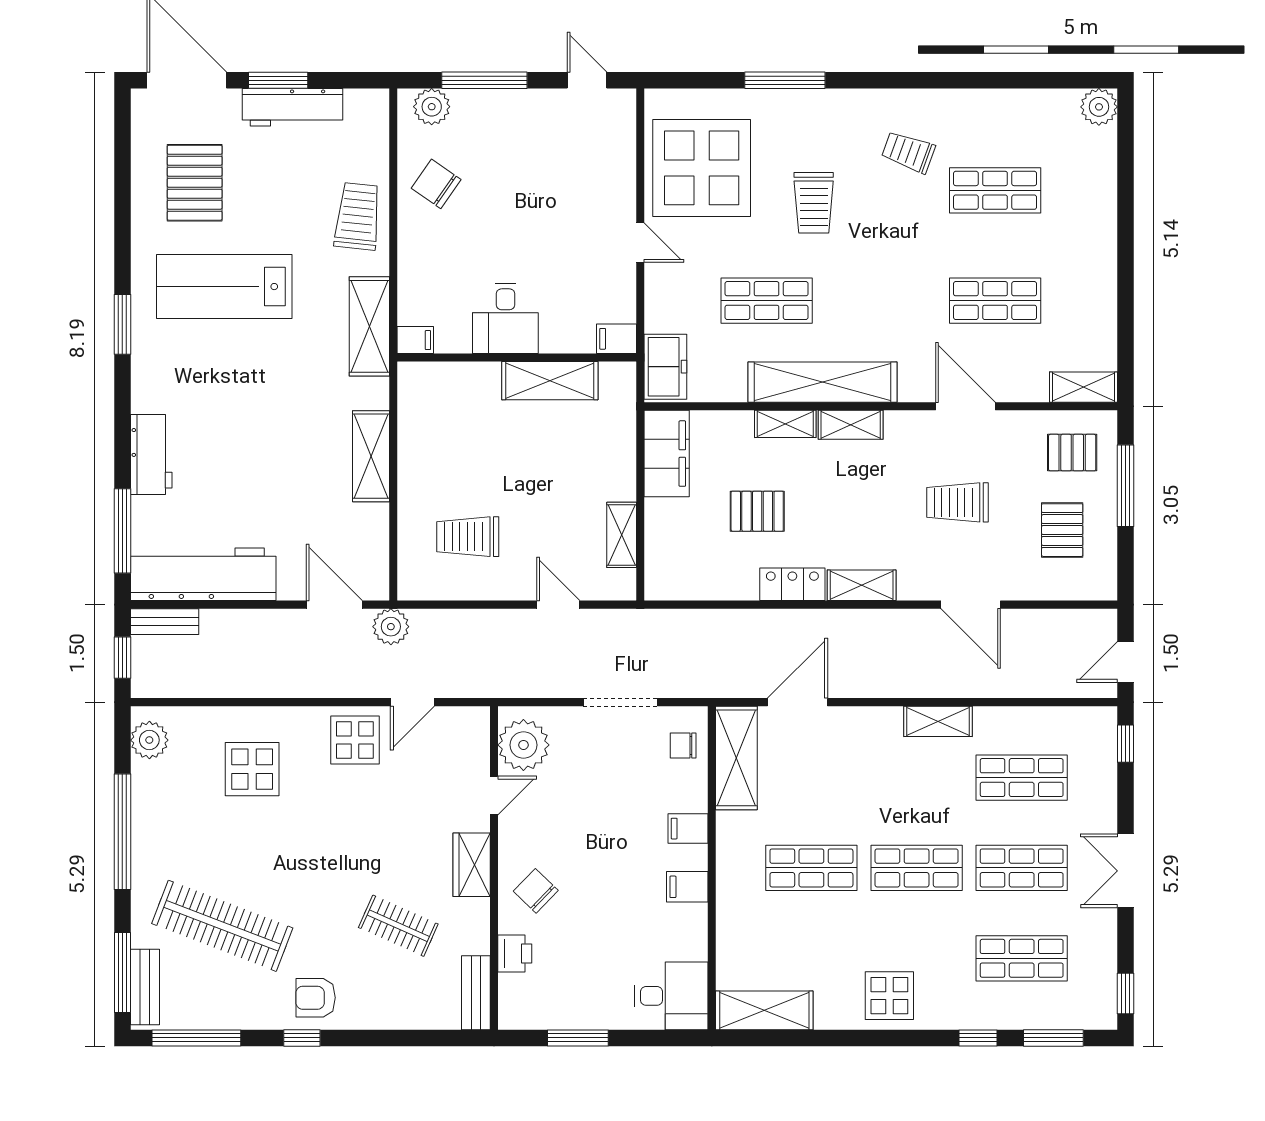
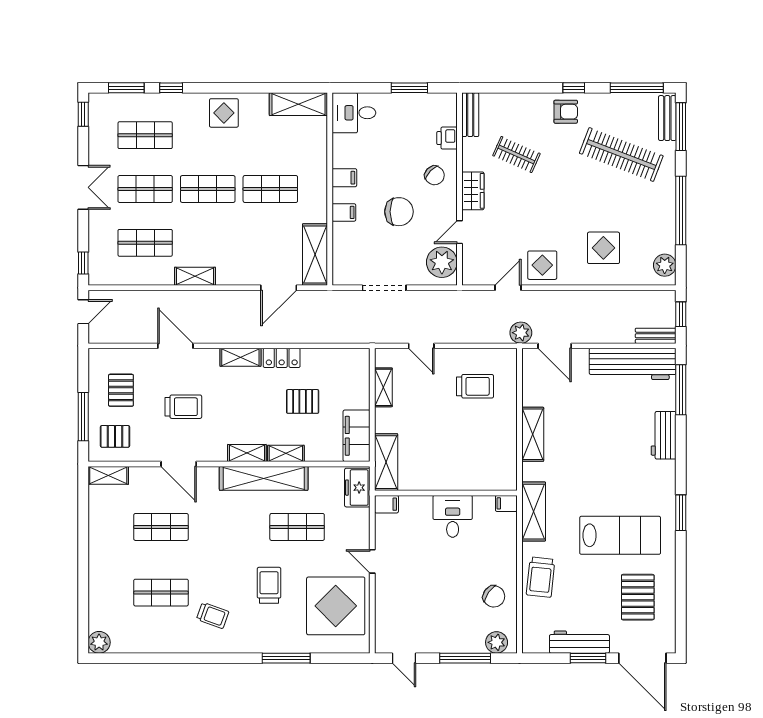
shelving: (550, 381) -> (386, 462), moved, turned 90
chair: (683, 746) -> (399, 212), moved, width x1.87, depth x1.87

